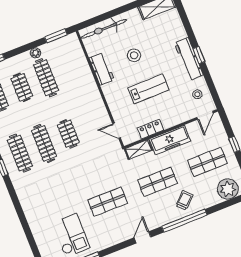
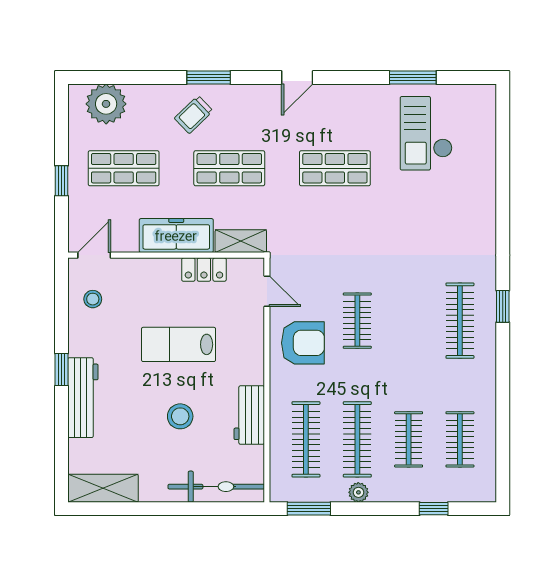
workbench: (189, 59) -> (83, 398), moved
armchair: (90, 113) -> (303, 343), added
clothes rail: (44, 143) -> (306, 439), moved
window: (184, 221) -> (209, 77), width x0.47

